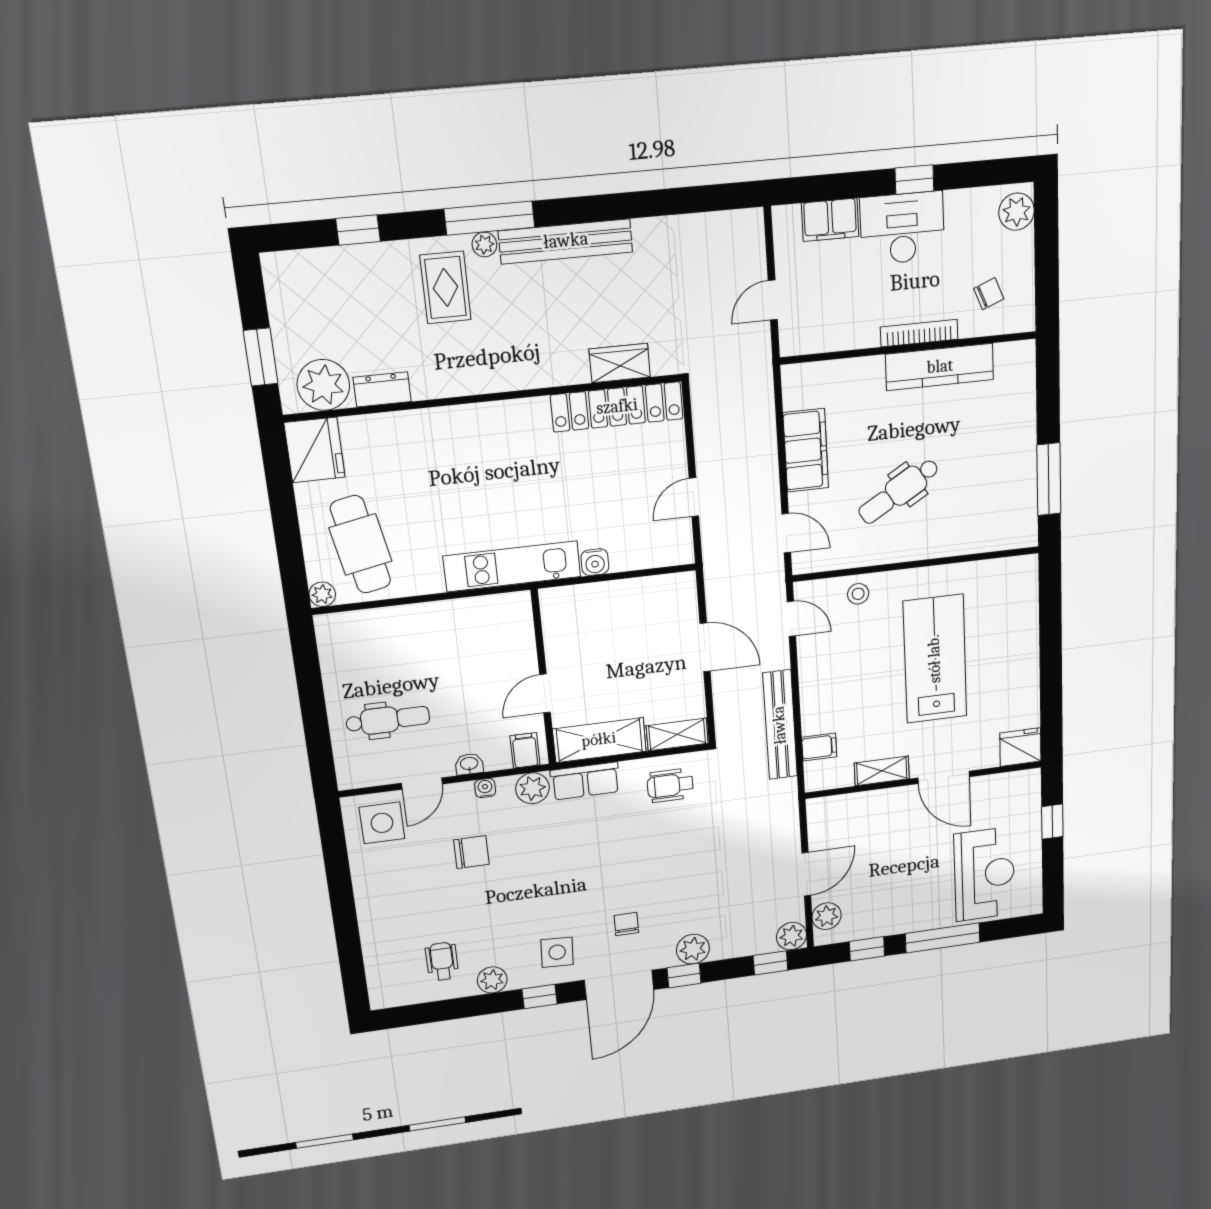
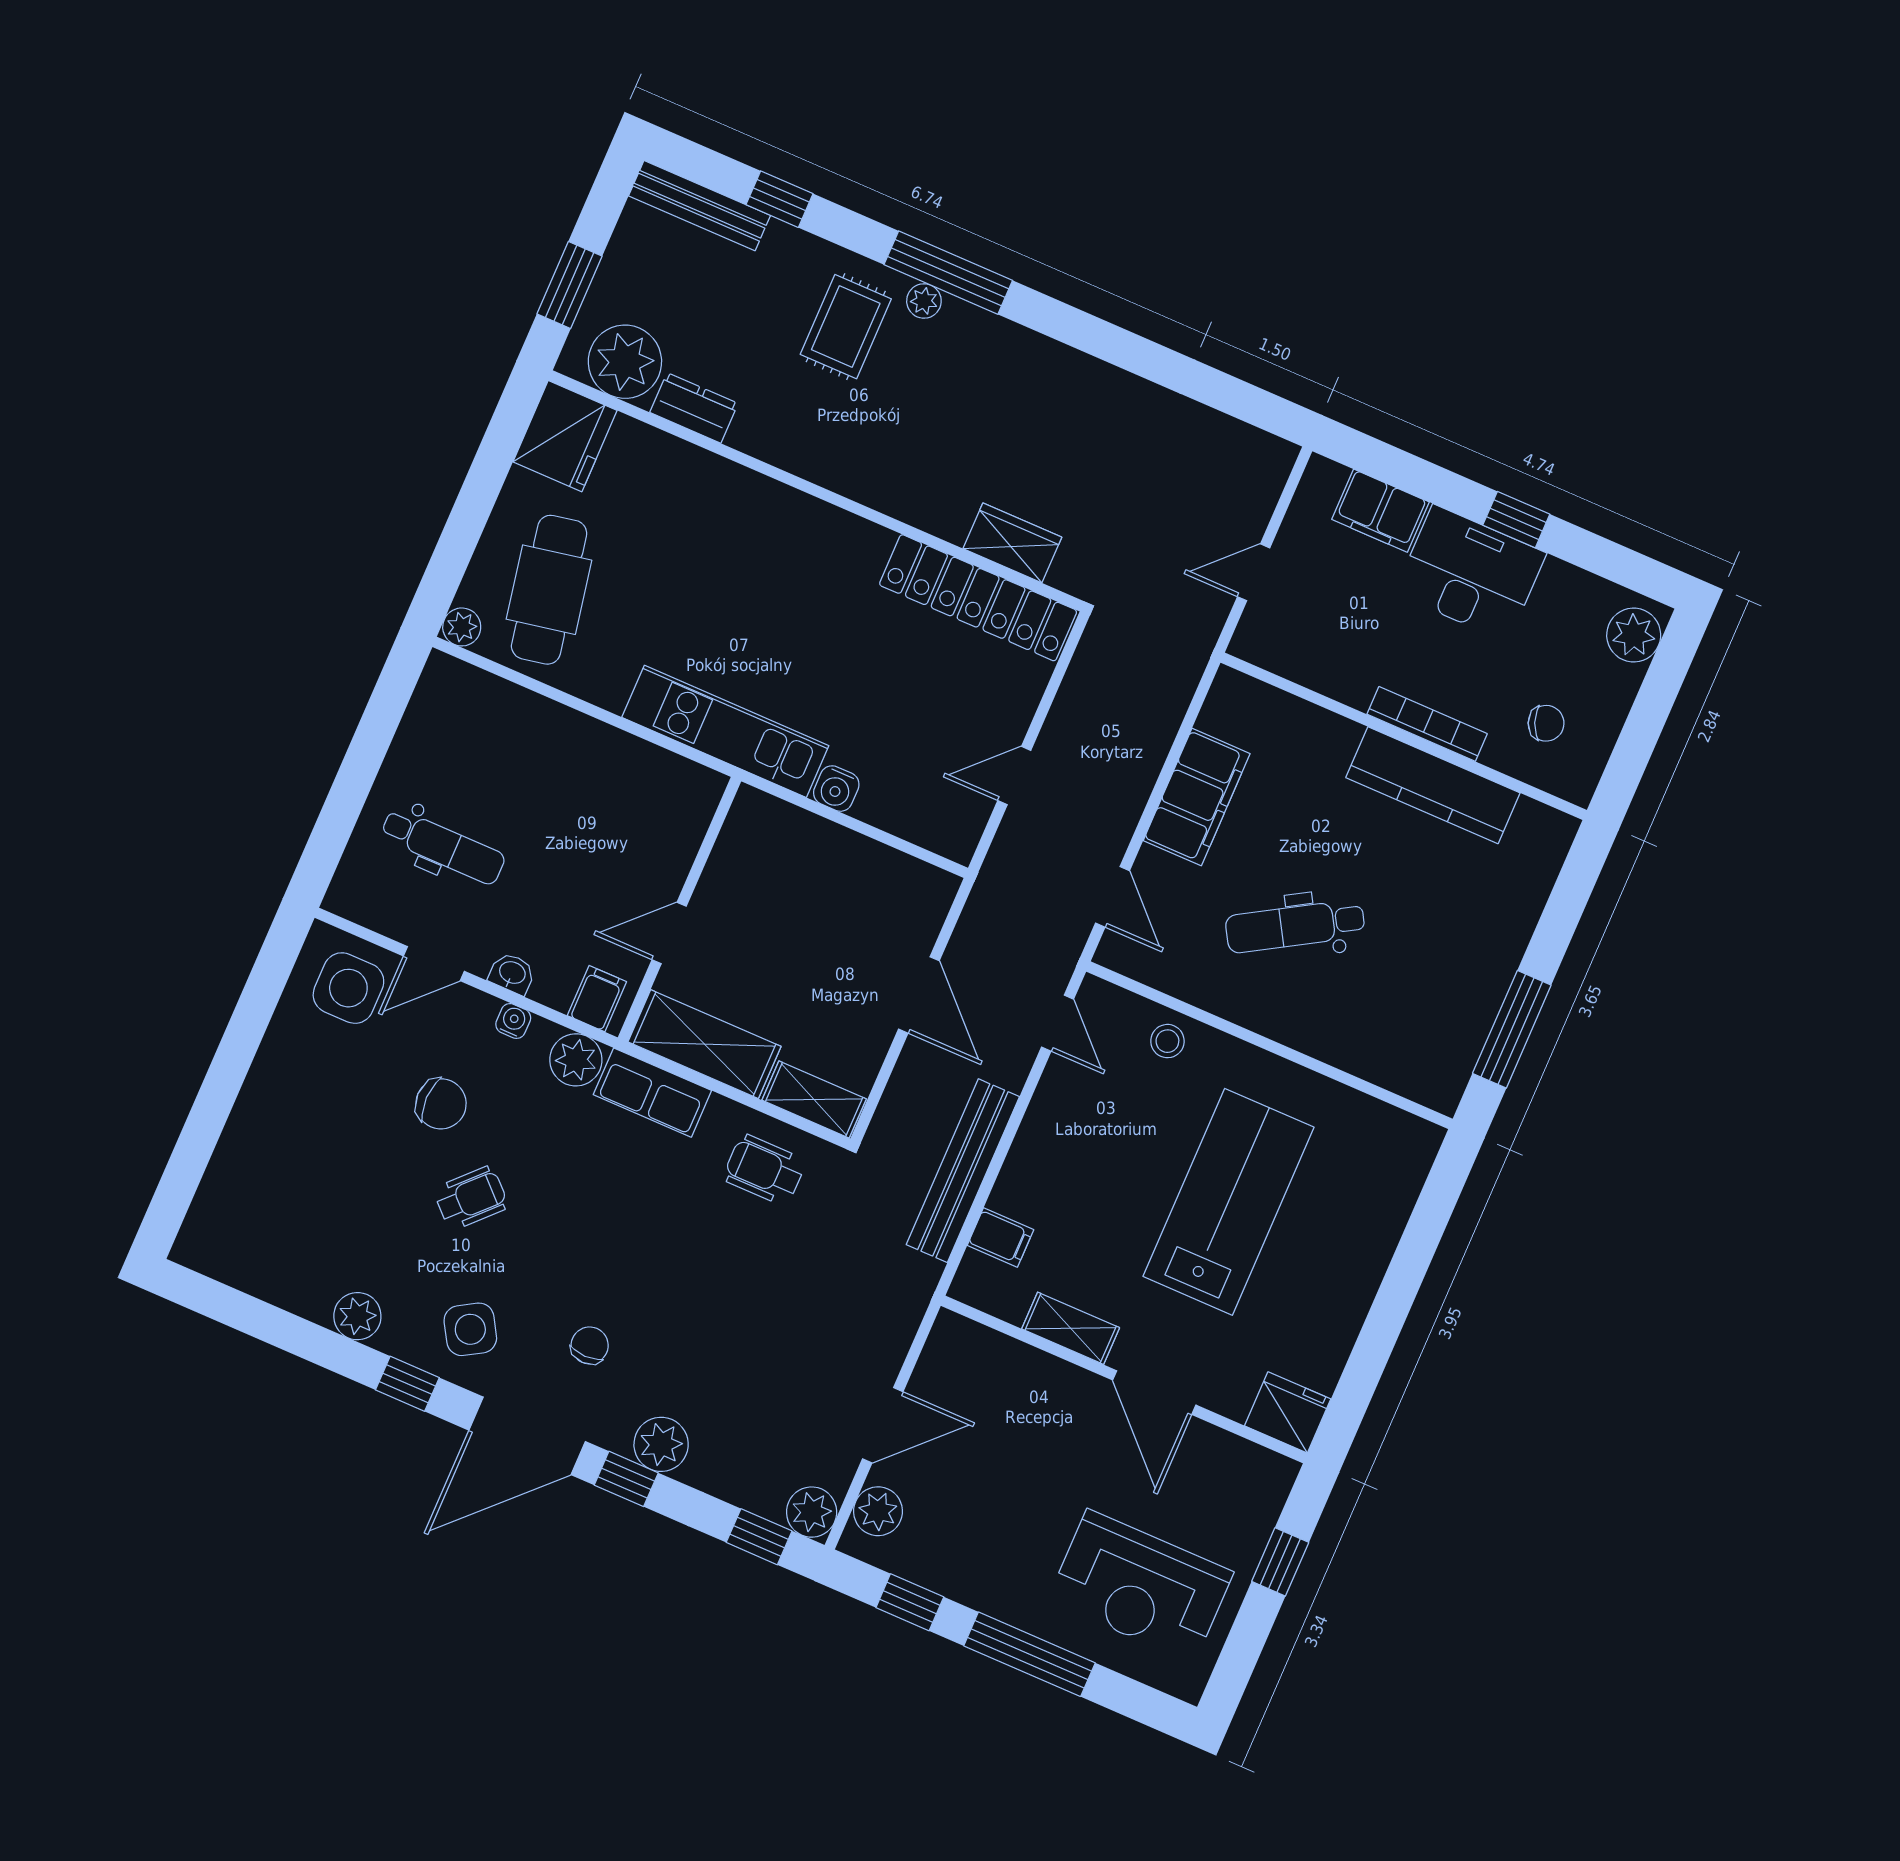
bench: (566, 241) -> (699, 206), moved, width x0.73, depth x0.82
reception desk: (984, 874) -> (1140, 1586), turned 90
side table: (557, 952) -> (470, 1329), turned -34
wheelchair: (442, 961) -> (471, 1198), moved, turned 44

